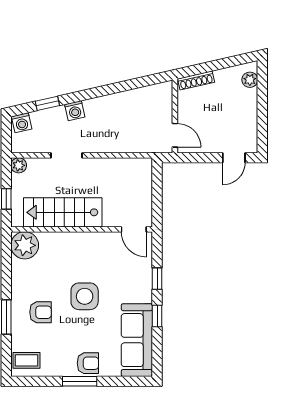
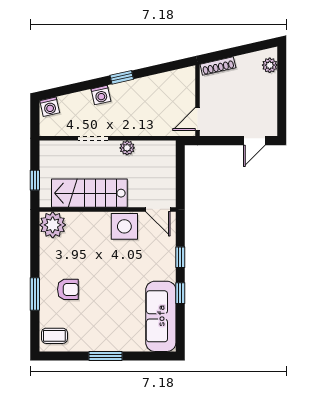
window: (47, 103) -> (122, 77), moved
door: (175, 135) -> (198, 119), swing flipped
plant: (19, 165) -> (127, 148), moved
side table: (85, 296) -> (124, 226), moved
armchair: (88, 363) -> (114, 339), removed

